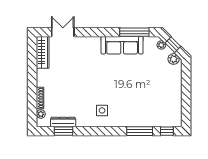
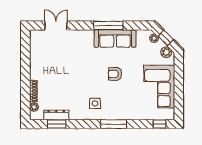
window: (134, 32) -> (108, 25), moved
wardrobe: (43, 52) -> (36, 46), removed
armchair: (122, 81) -> (115, 74), added
corner sofa: (166, 94) -> (159, 87), added
window: (140, 131) -> (114, 124), moved

